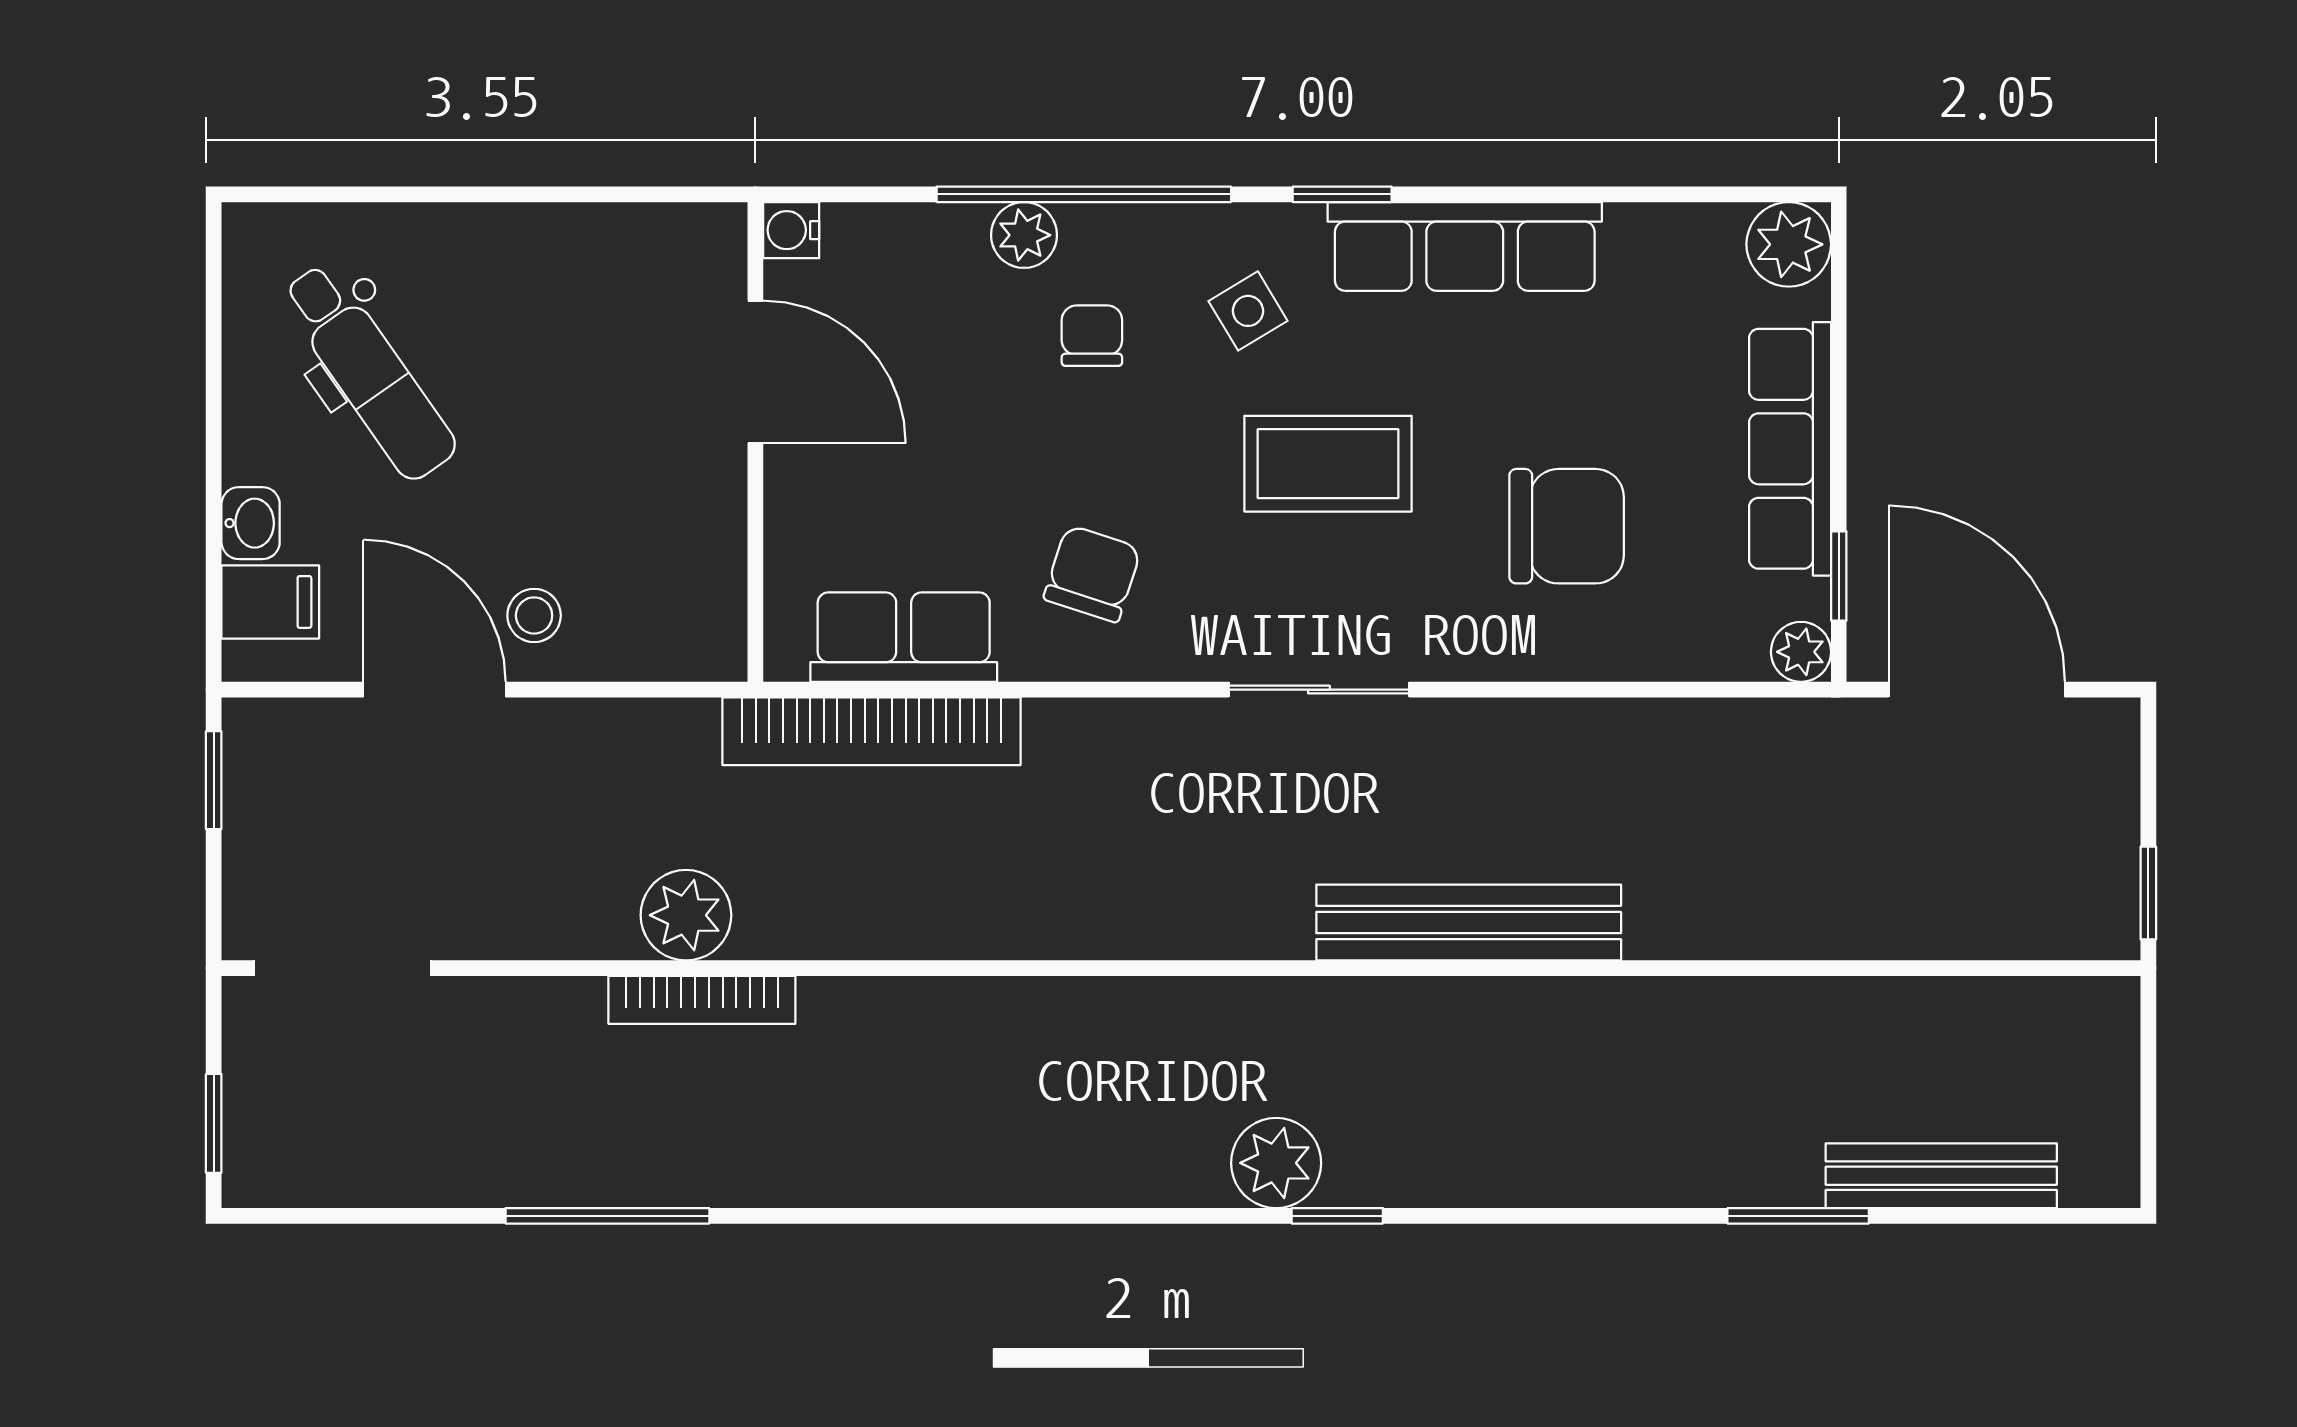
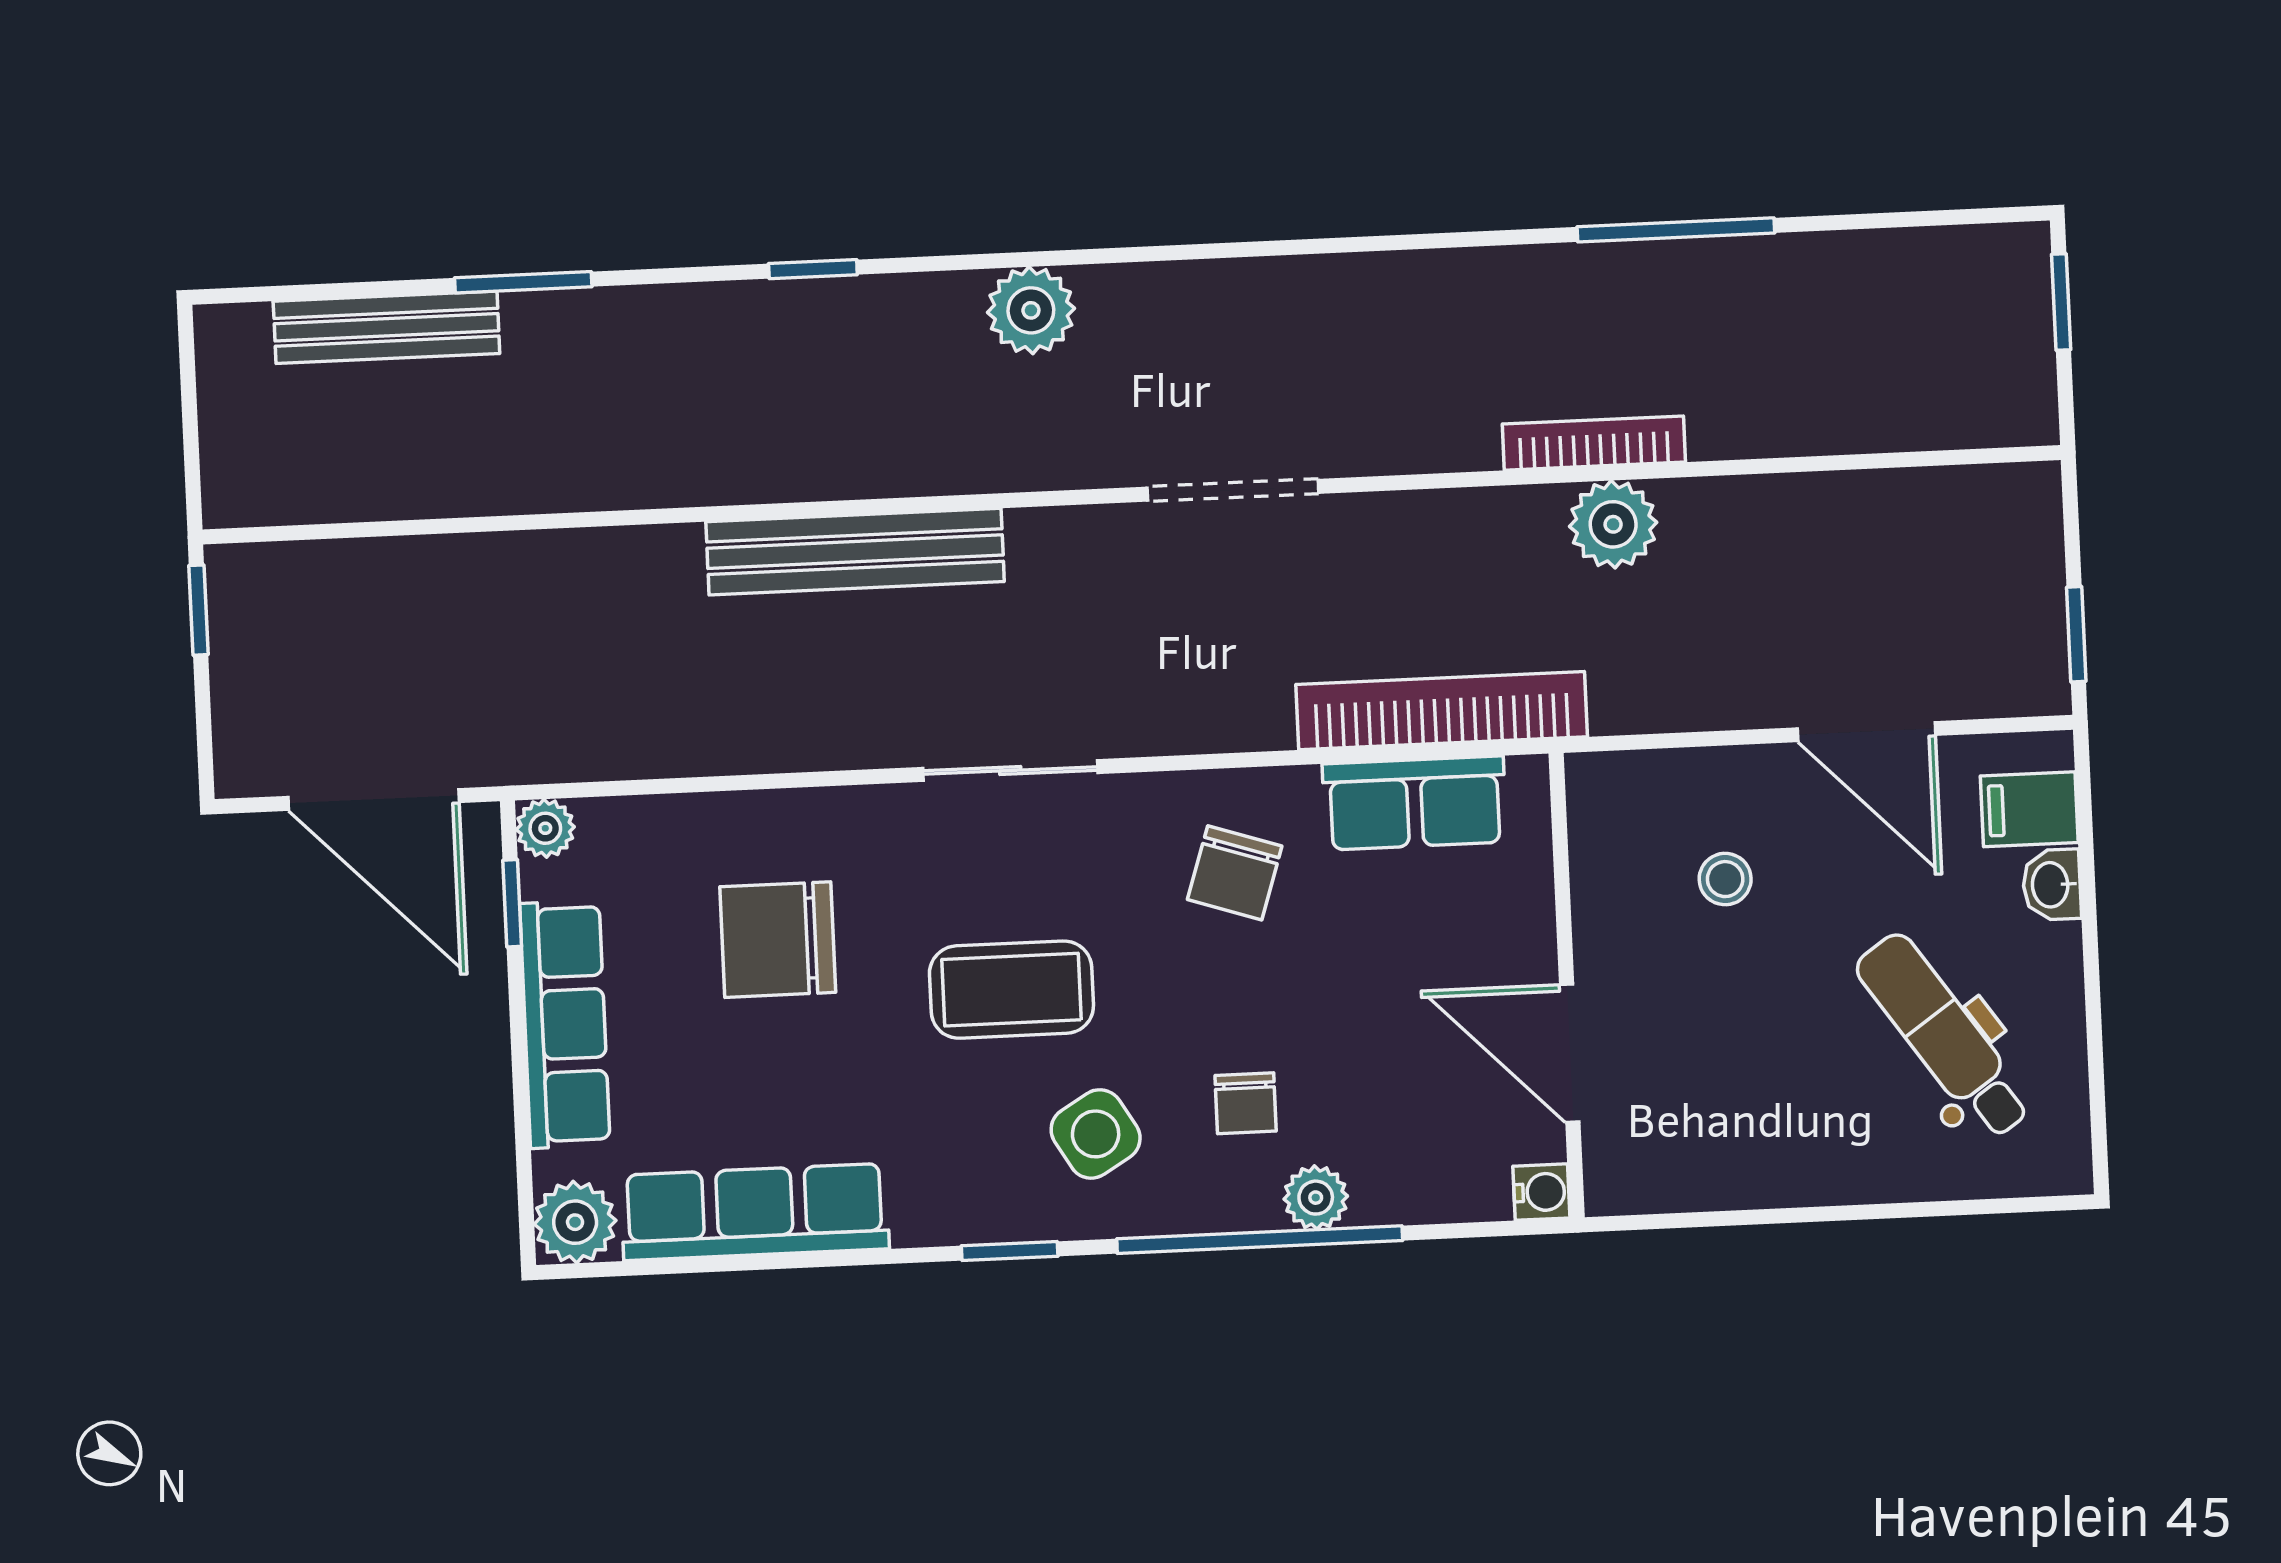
row of seats: (1465, 246) -> (755, 1212), moved
side table: (1248, 311) -> (1096, 1134), width x1.37, depth x1.37
stool: (534, 615) -> (1725, 879), moved
doorway: (343, 968) -> (1233, 490), moved
window: (1337, 1216) -> (813, 269), moved

